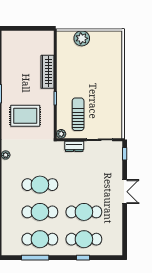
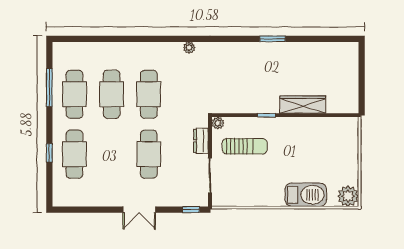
plant: (82, 38) -> (348, 196), moved
barbecue: (114, 69) -> (306, 195), added
rug: (25, 116) -> (242, 74), removed
cafe table: (84, 212) -> (149, 154), moved

